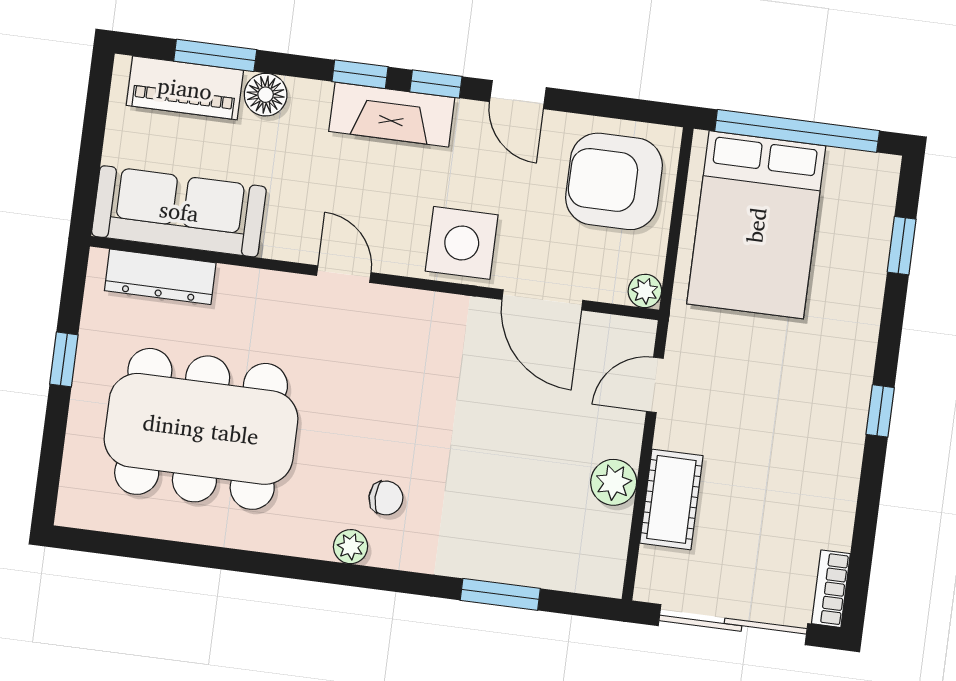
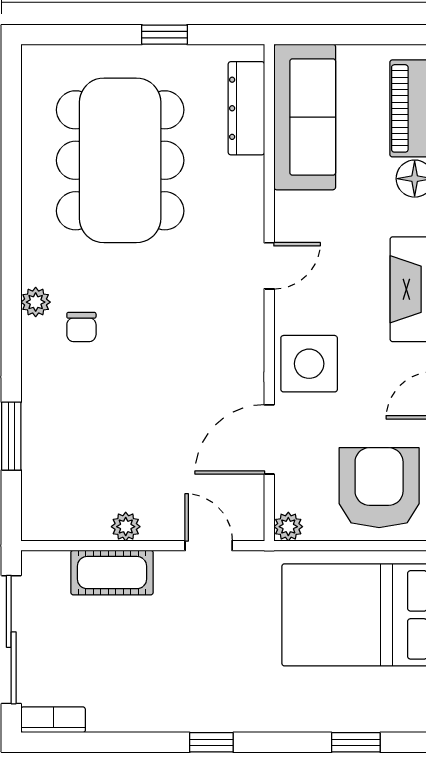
plant: (614, 482) -> (126, 527), width x0.73, depth x0.73

